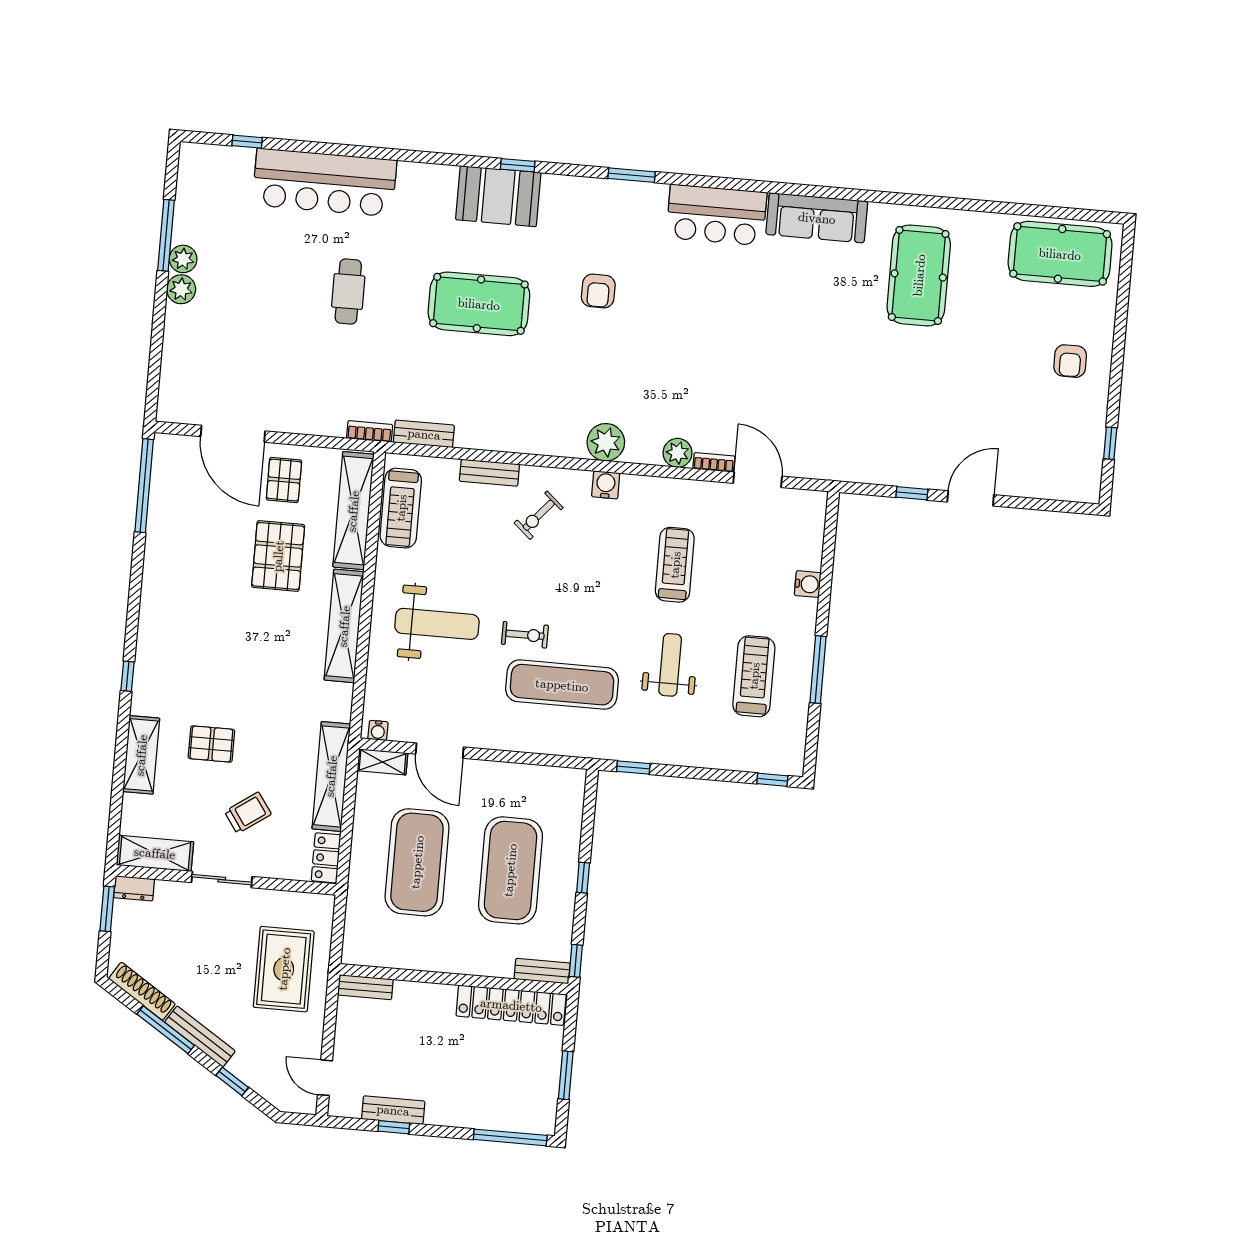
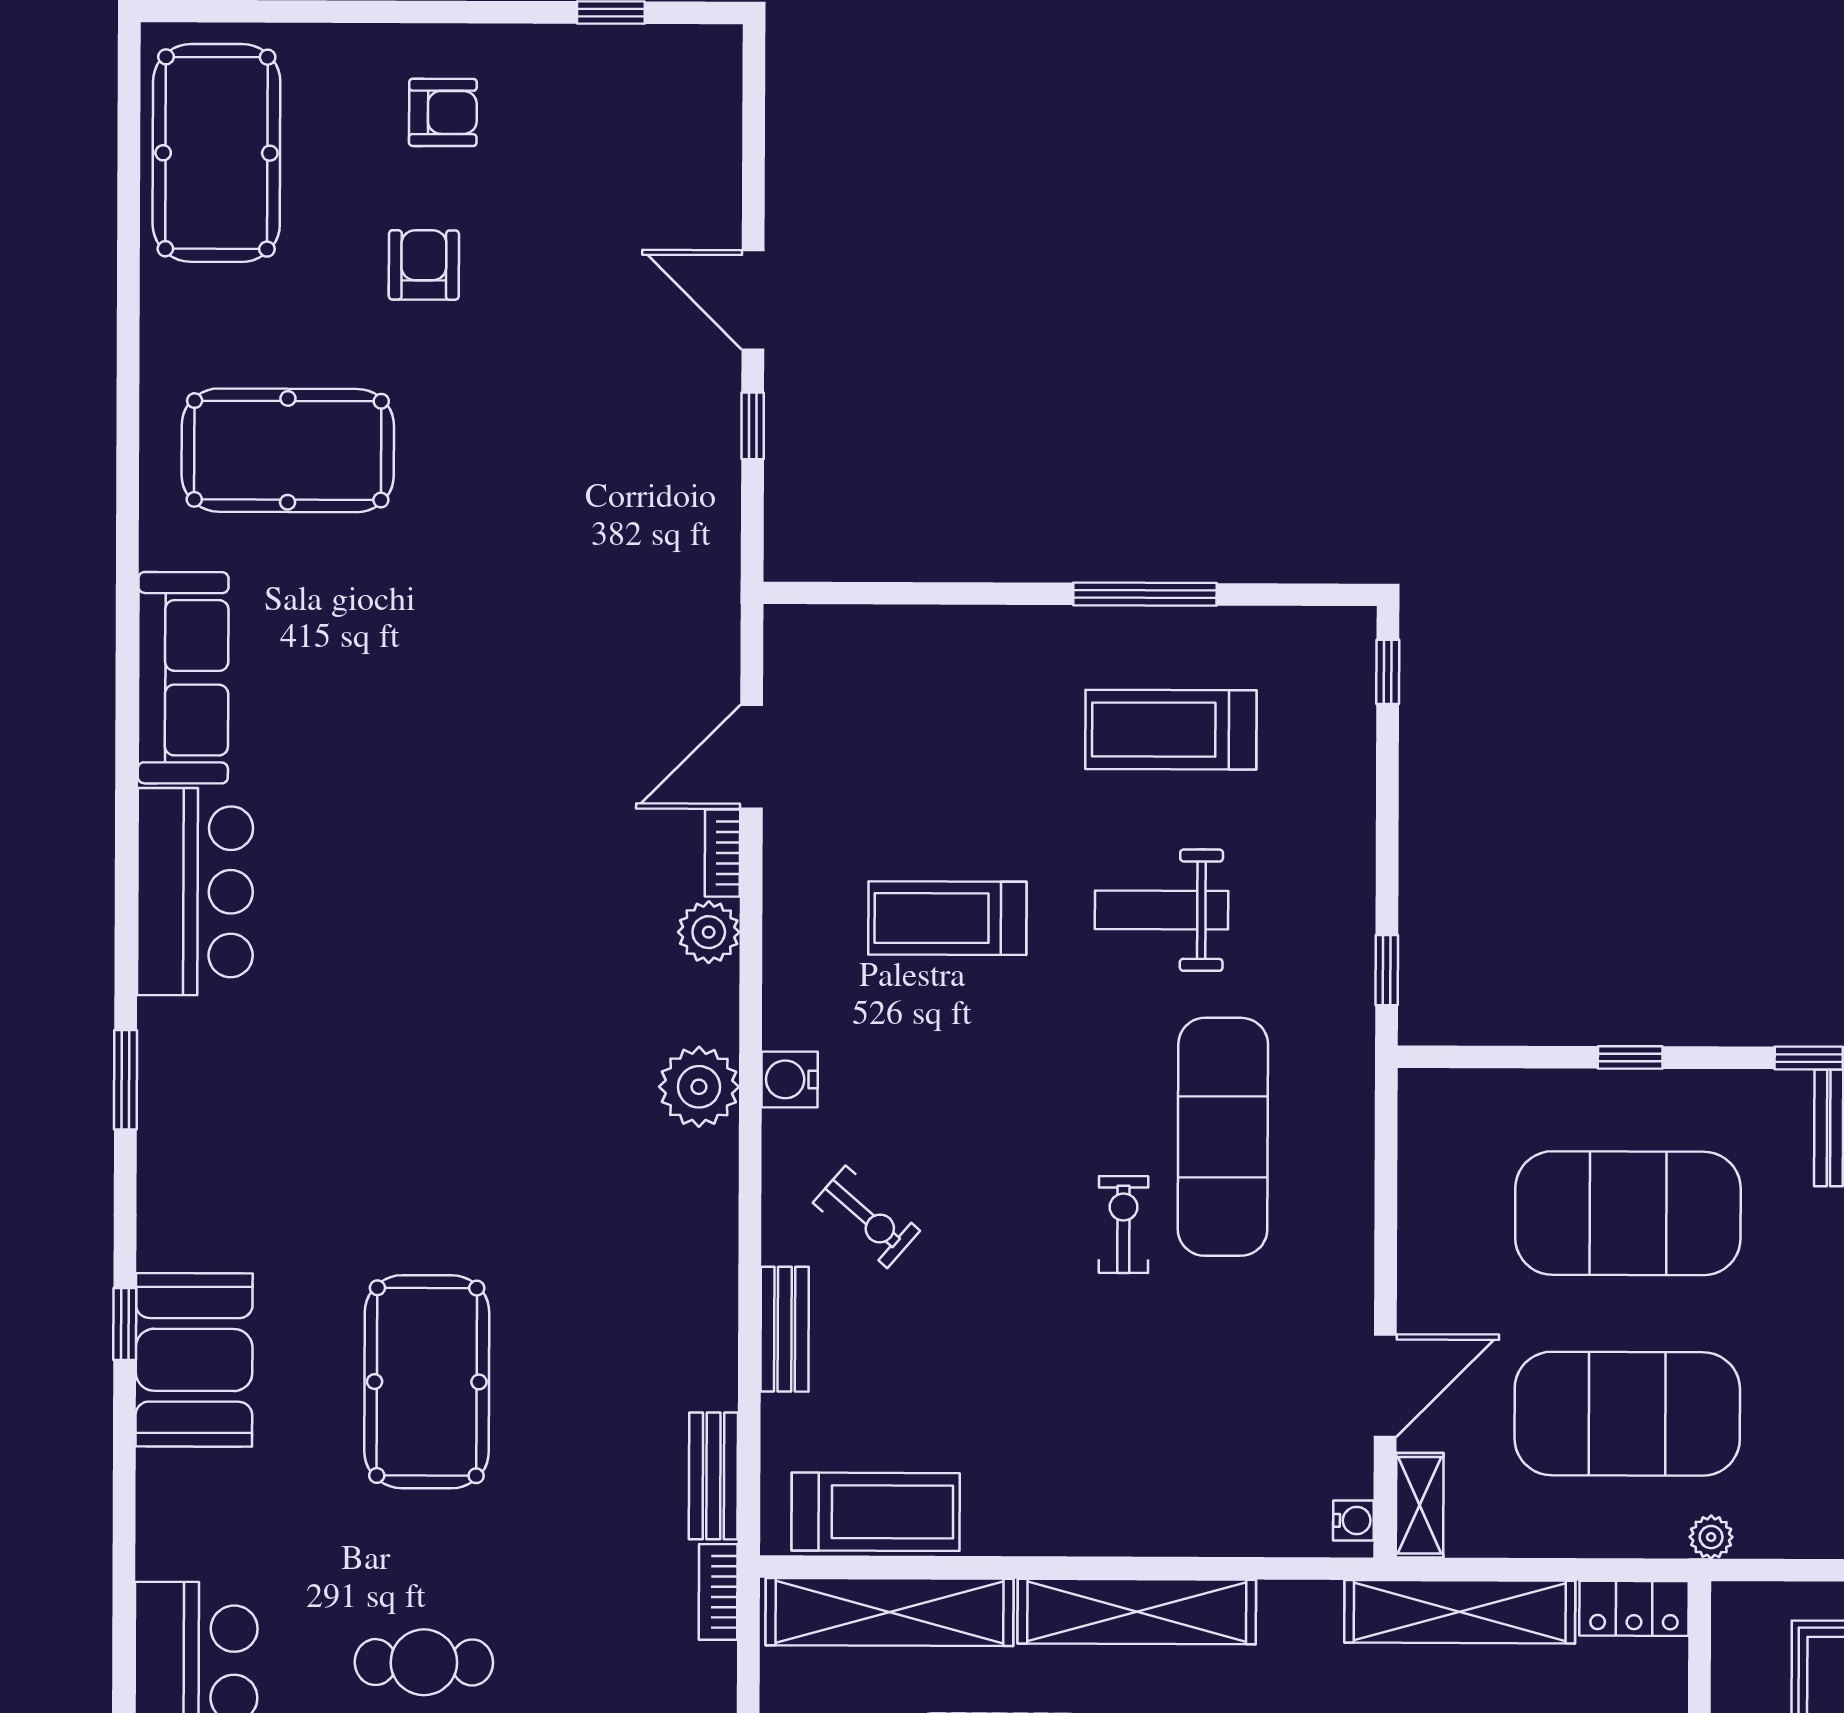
armchair: (598, 291) -> (424, 265), moved, turned -90
water cooler: (808, 584) -> (965, 631), removed
weight bench: (437, 624) -> (1116, 1414), removed
plant: (356, 897) -> (1711, 1537), added

